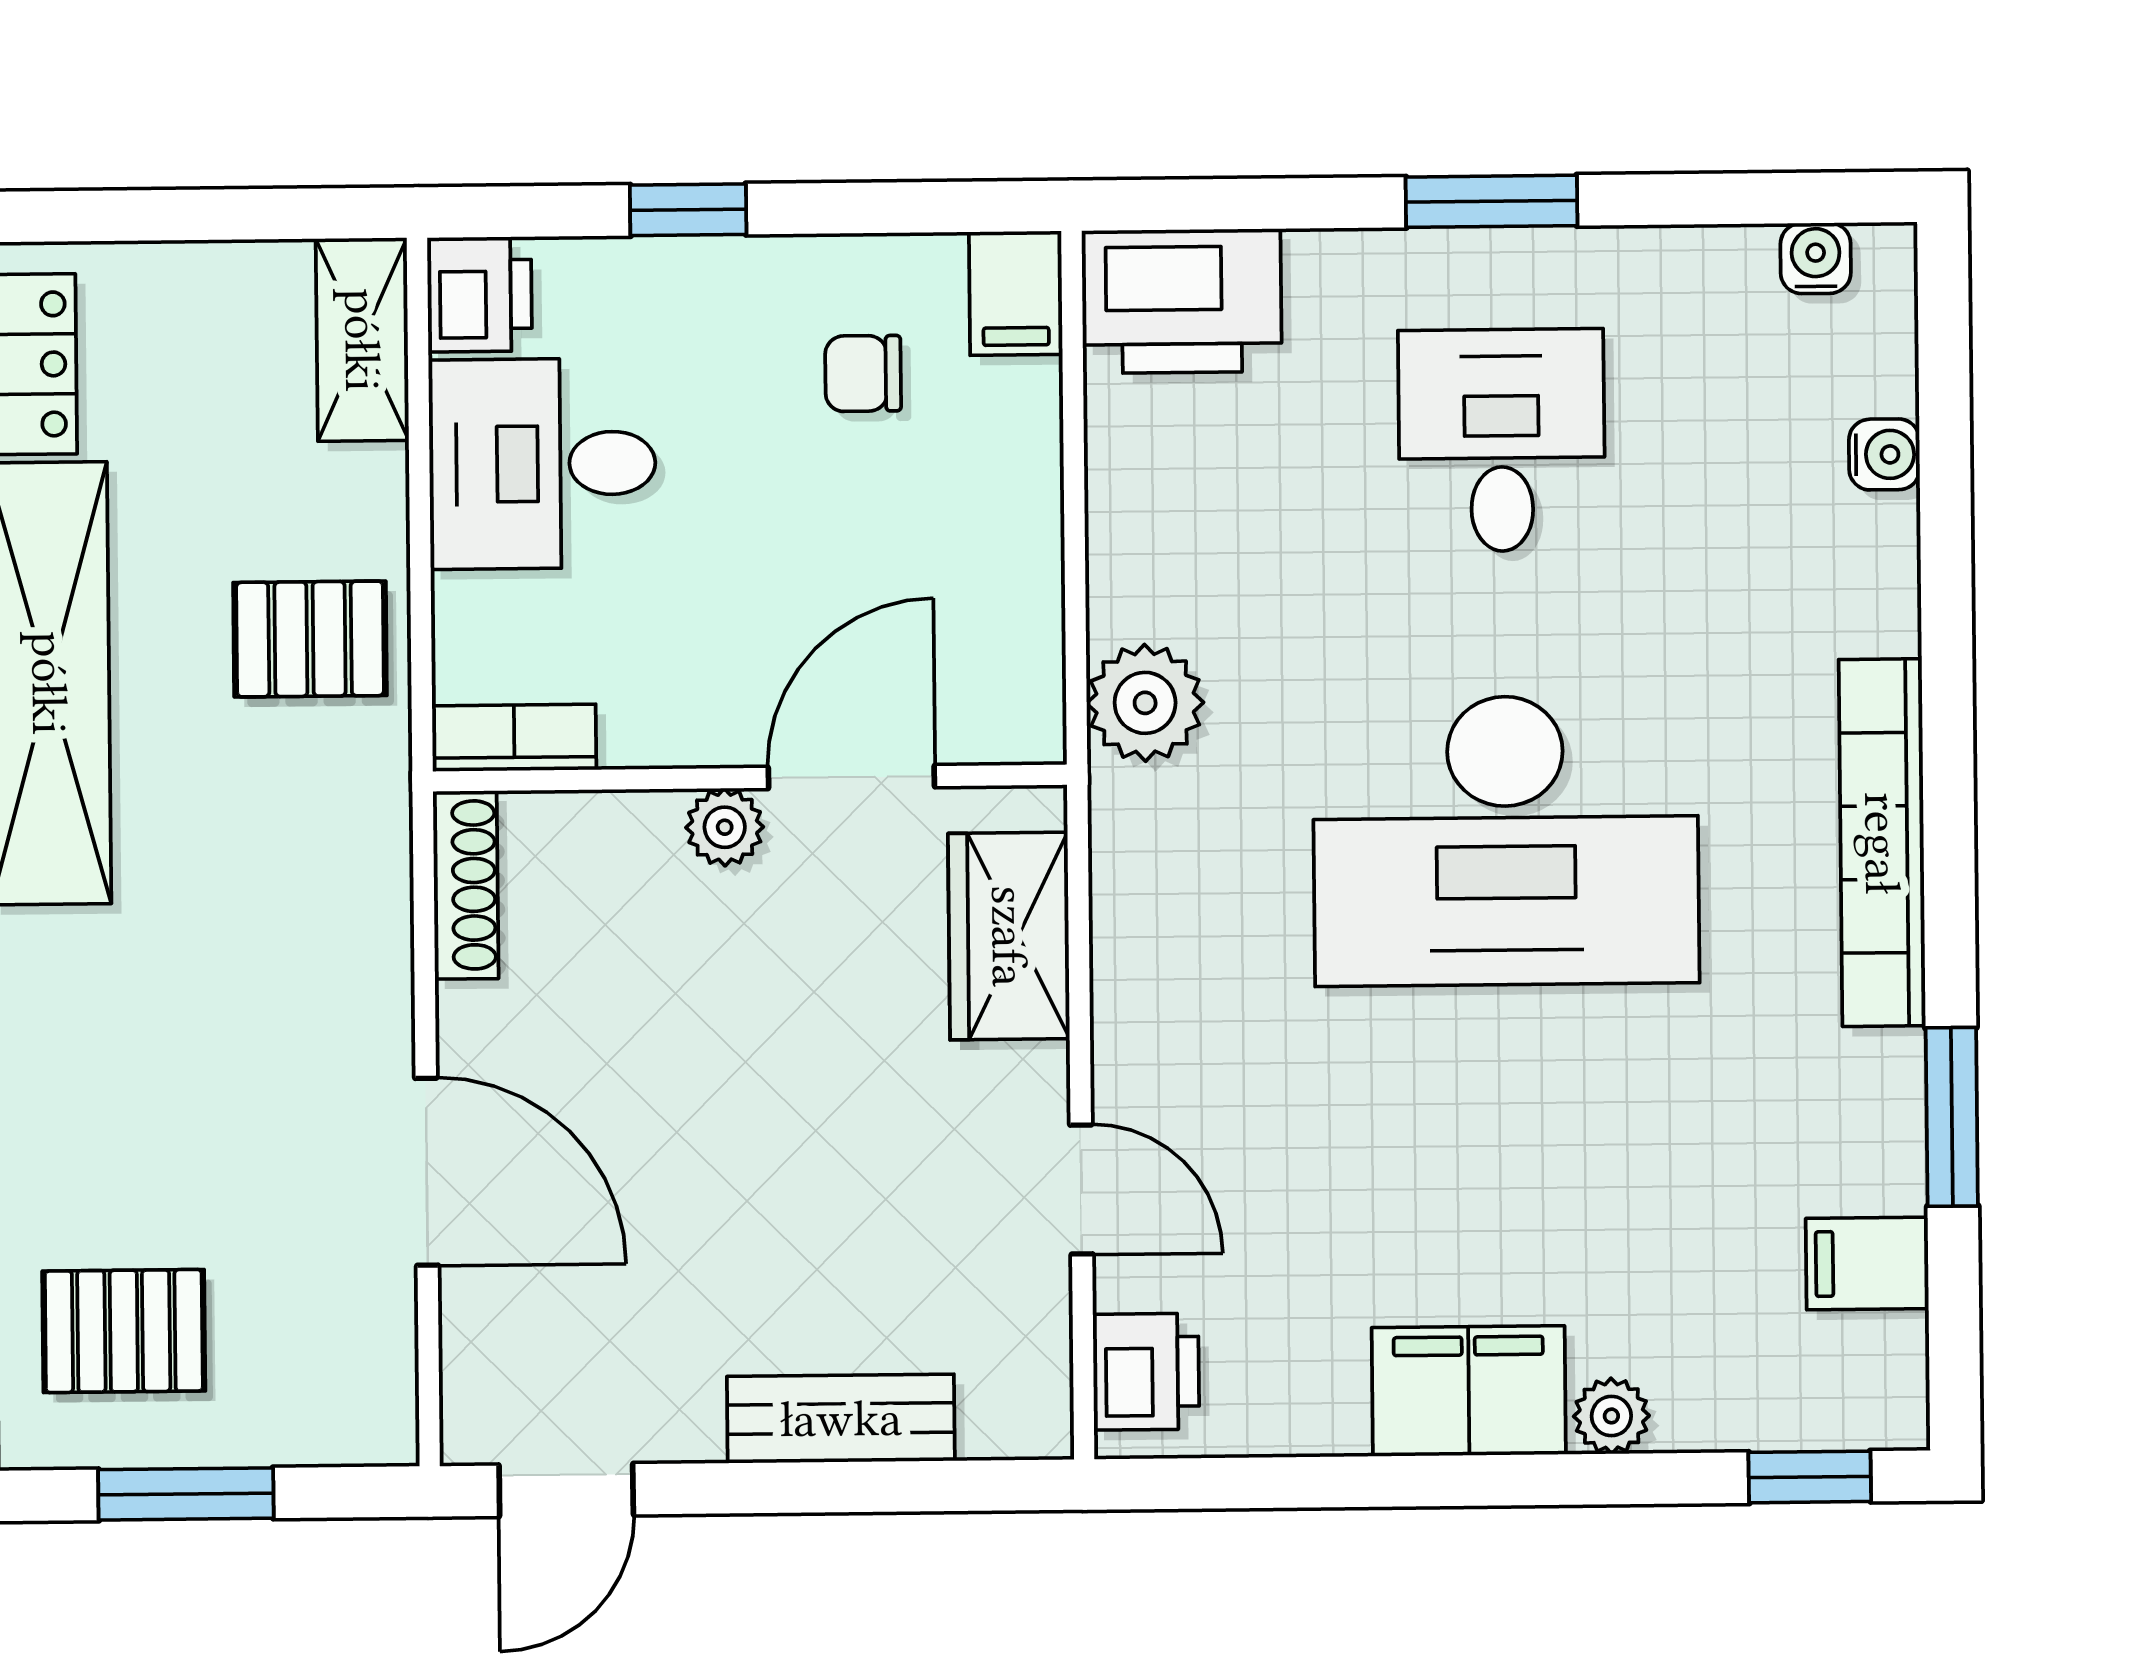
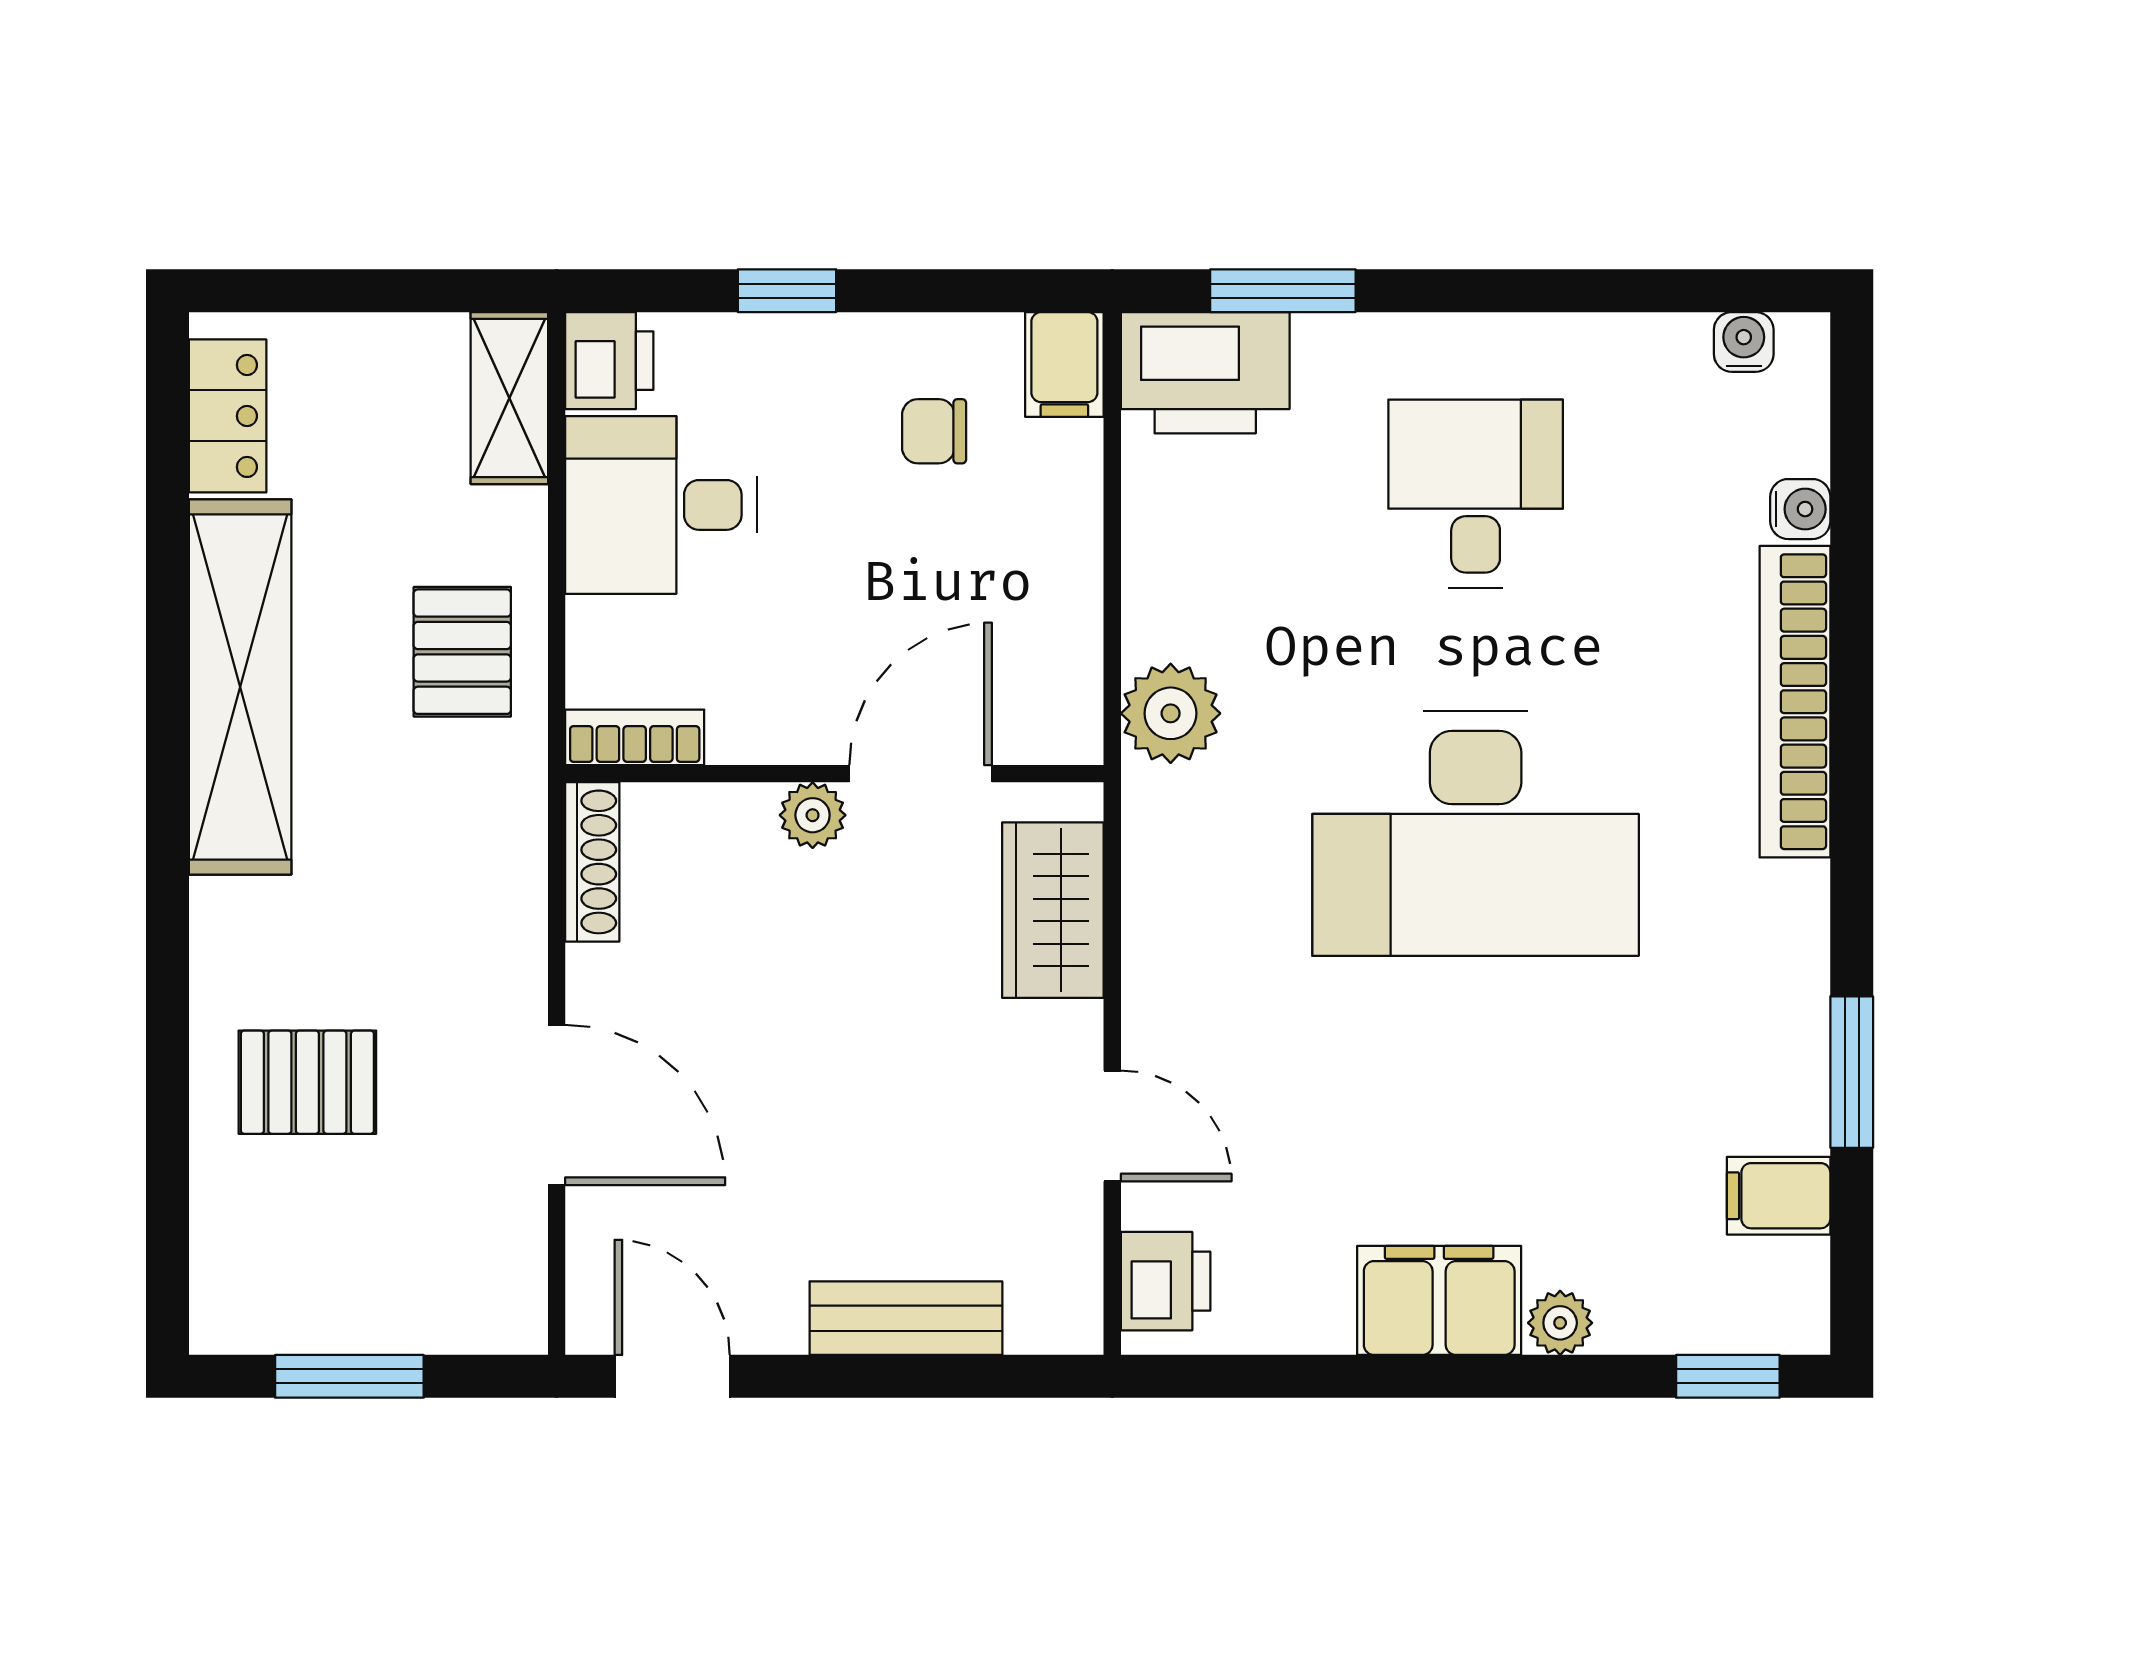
window: (1491, 201) -> (1283, 291), moved
pallet: (310, 639) -> (462, 652), turned 90
bookcase: (1882, 843) -> (1795, 702), moved
pallet: (124, 1331) -> (307, 1082), moved
door: (566, 1490) -> (672, 1376), swing flipped

